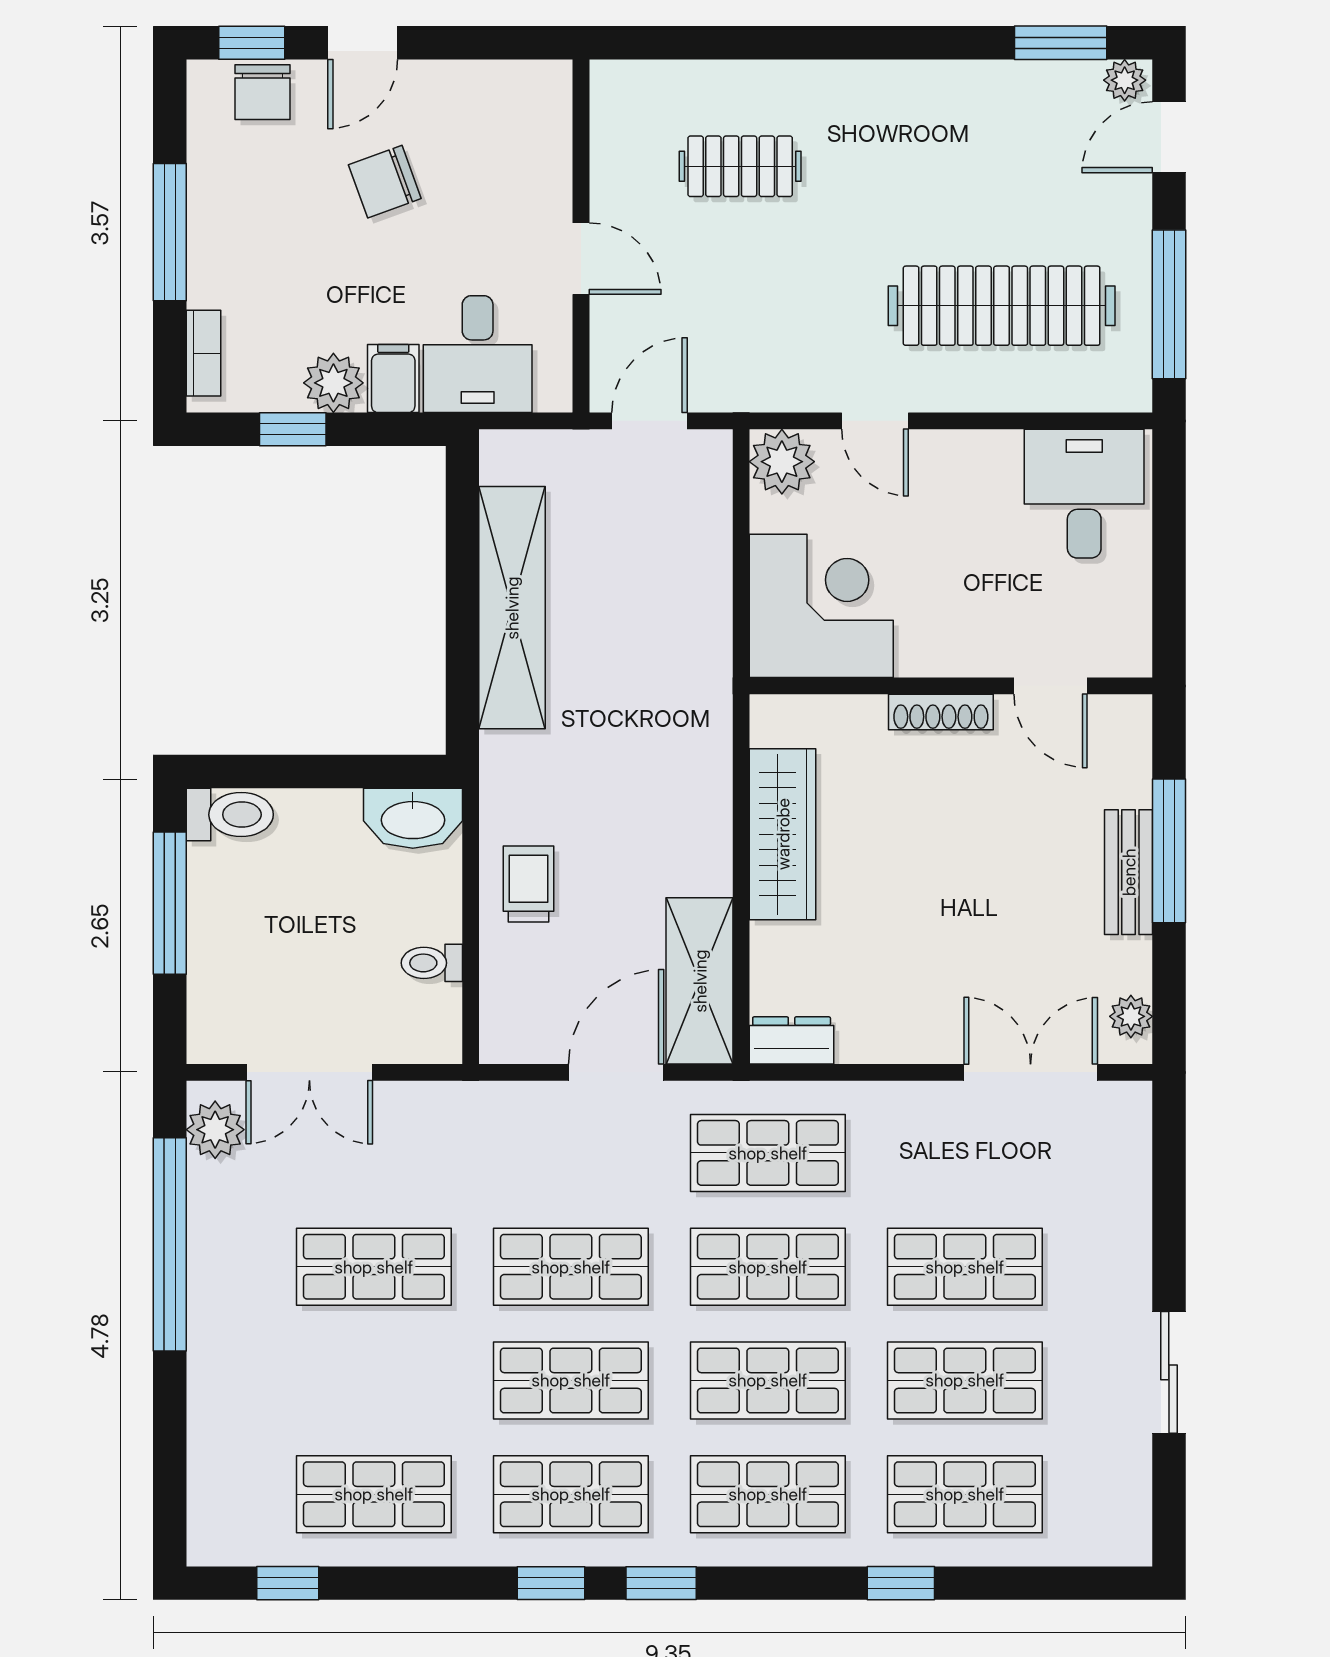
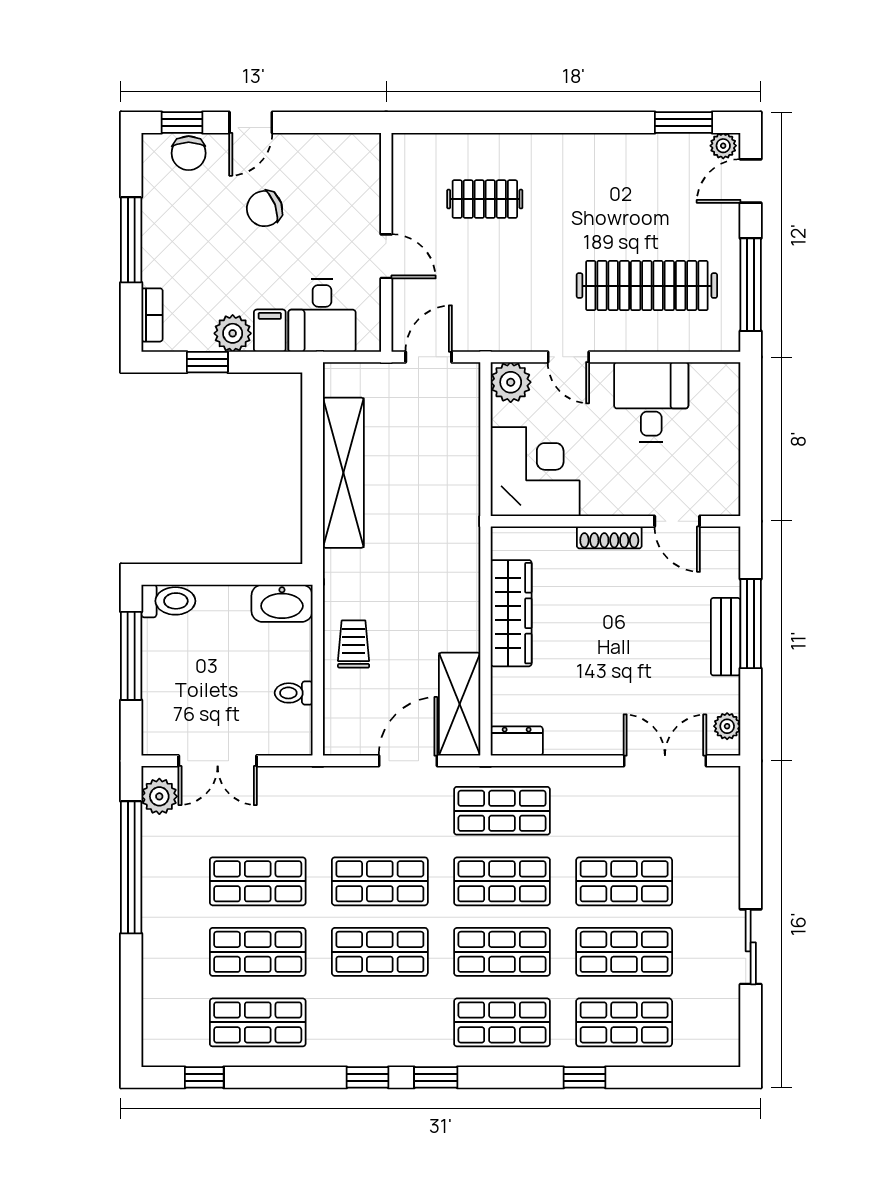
desk: (1084, 494) -> (651, 402), moved
shop shelf: (571, 1494) -> (258, 952), moved

